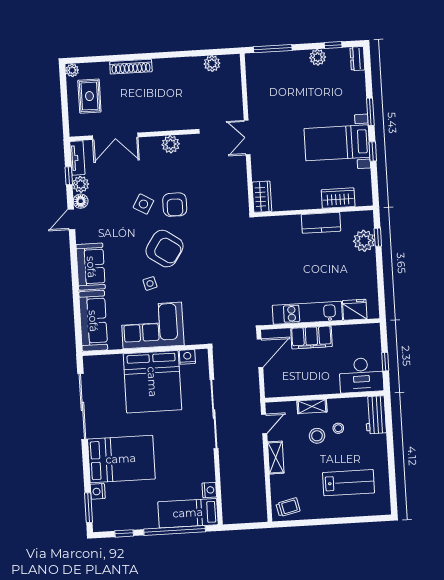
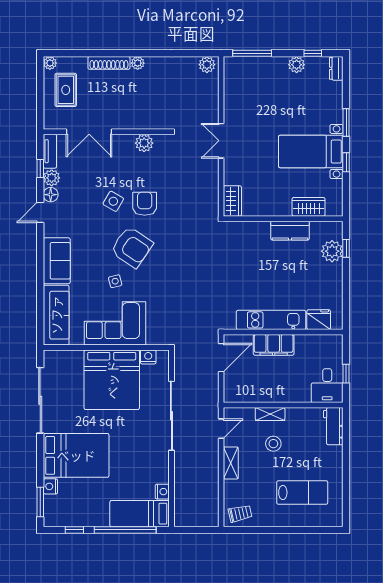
plant: (212, 64) -> (207, 65), moved
plant: (160, 65) -> (138, 63), added
armchair: (175, 205) -> (145, 204), turned 180
desk: (361, 375) -> (327, 386), width x0.73
stool: (338, 428) -> (295, 437), removed

